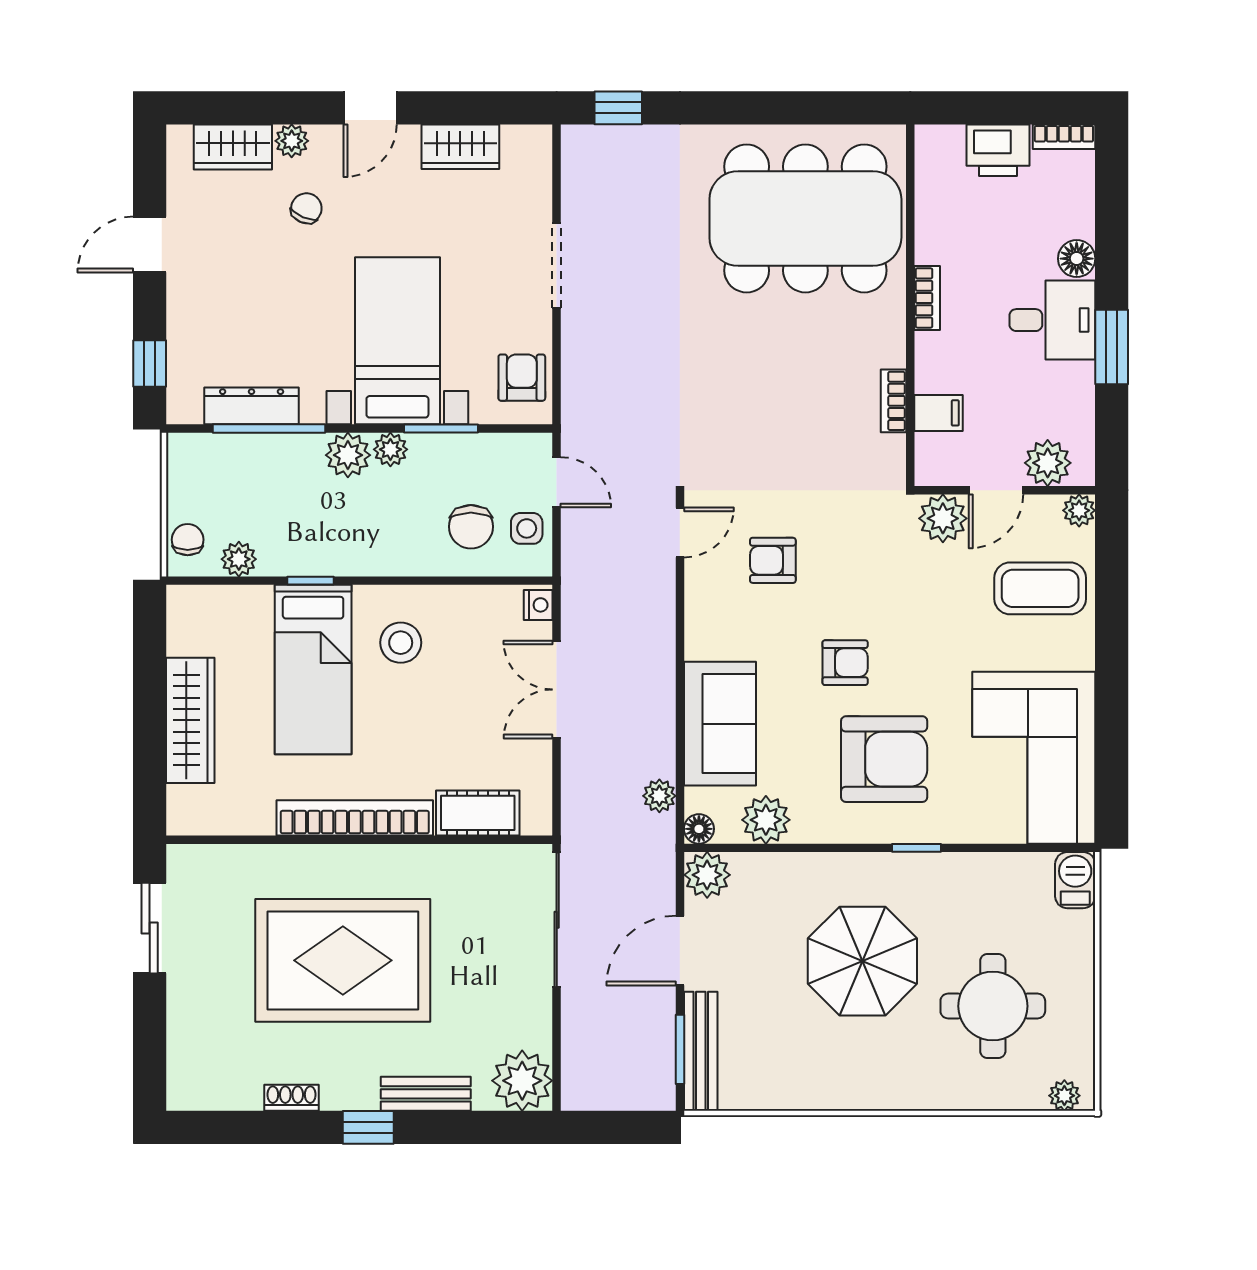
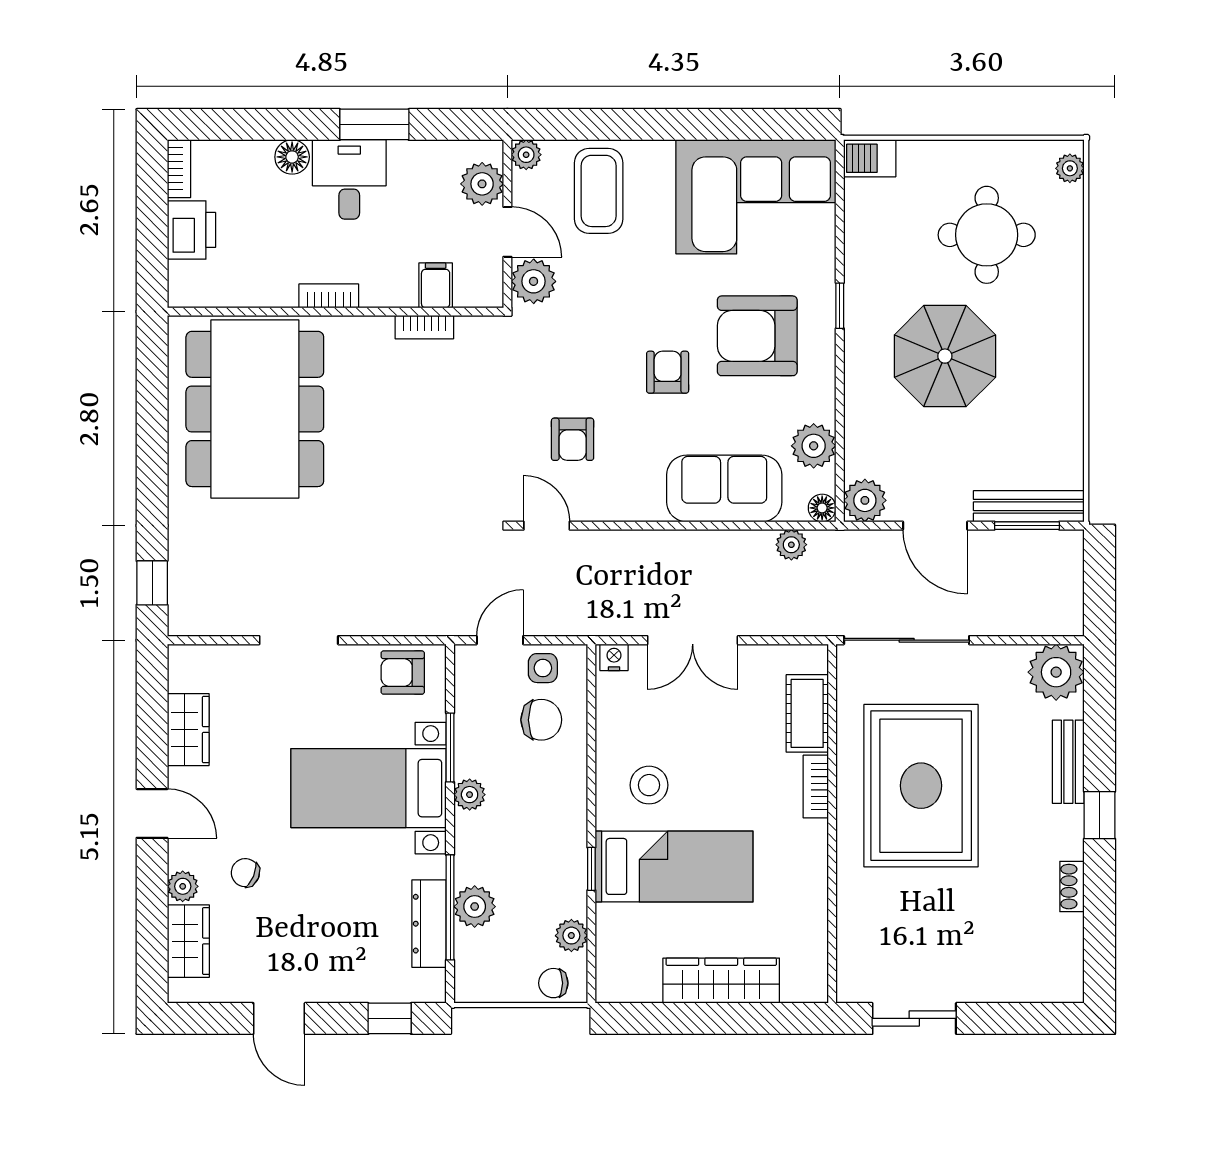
plant: (348, 455) -> (475, 907), moved
armchair: (884, 759) -> (757, 336), turned -90
bookcase: (355, 818) -> (816, 787), width x0.43, depth x0.76
rug: (343, 960) -> (921, 786), moved

